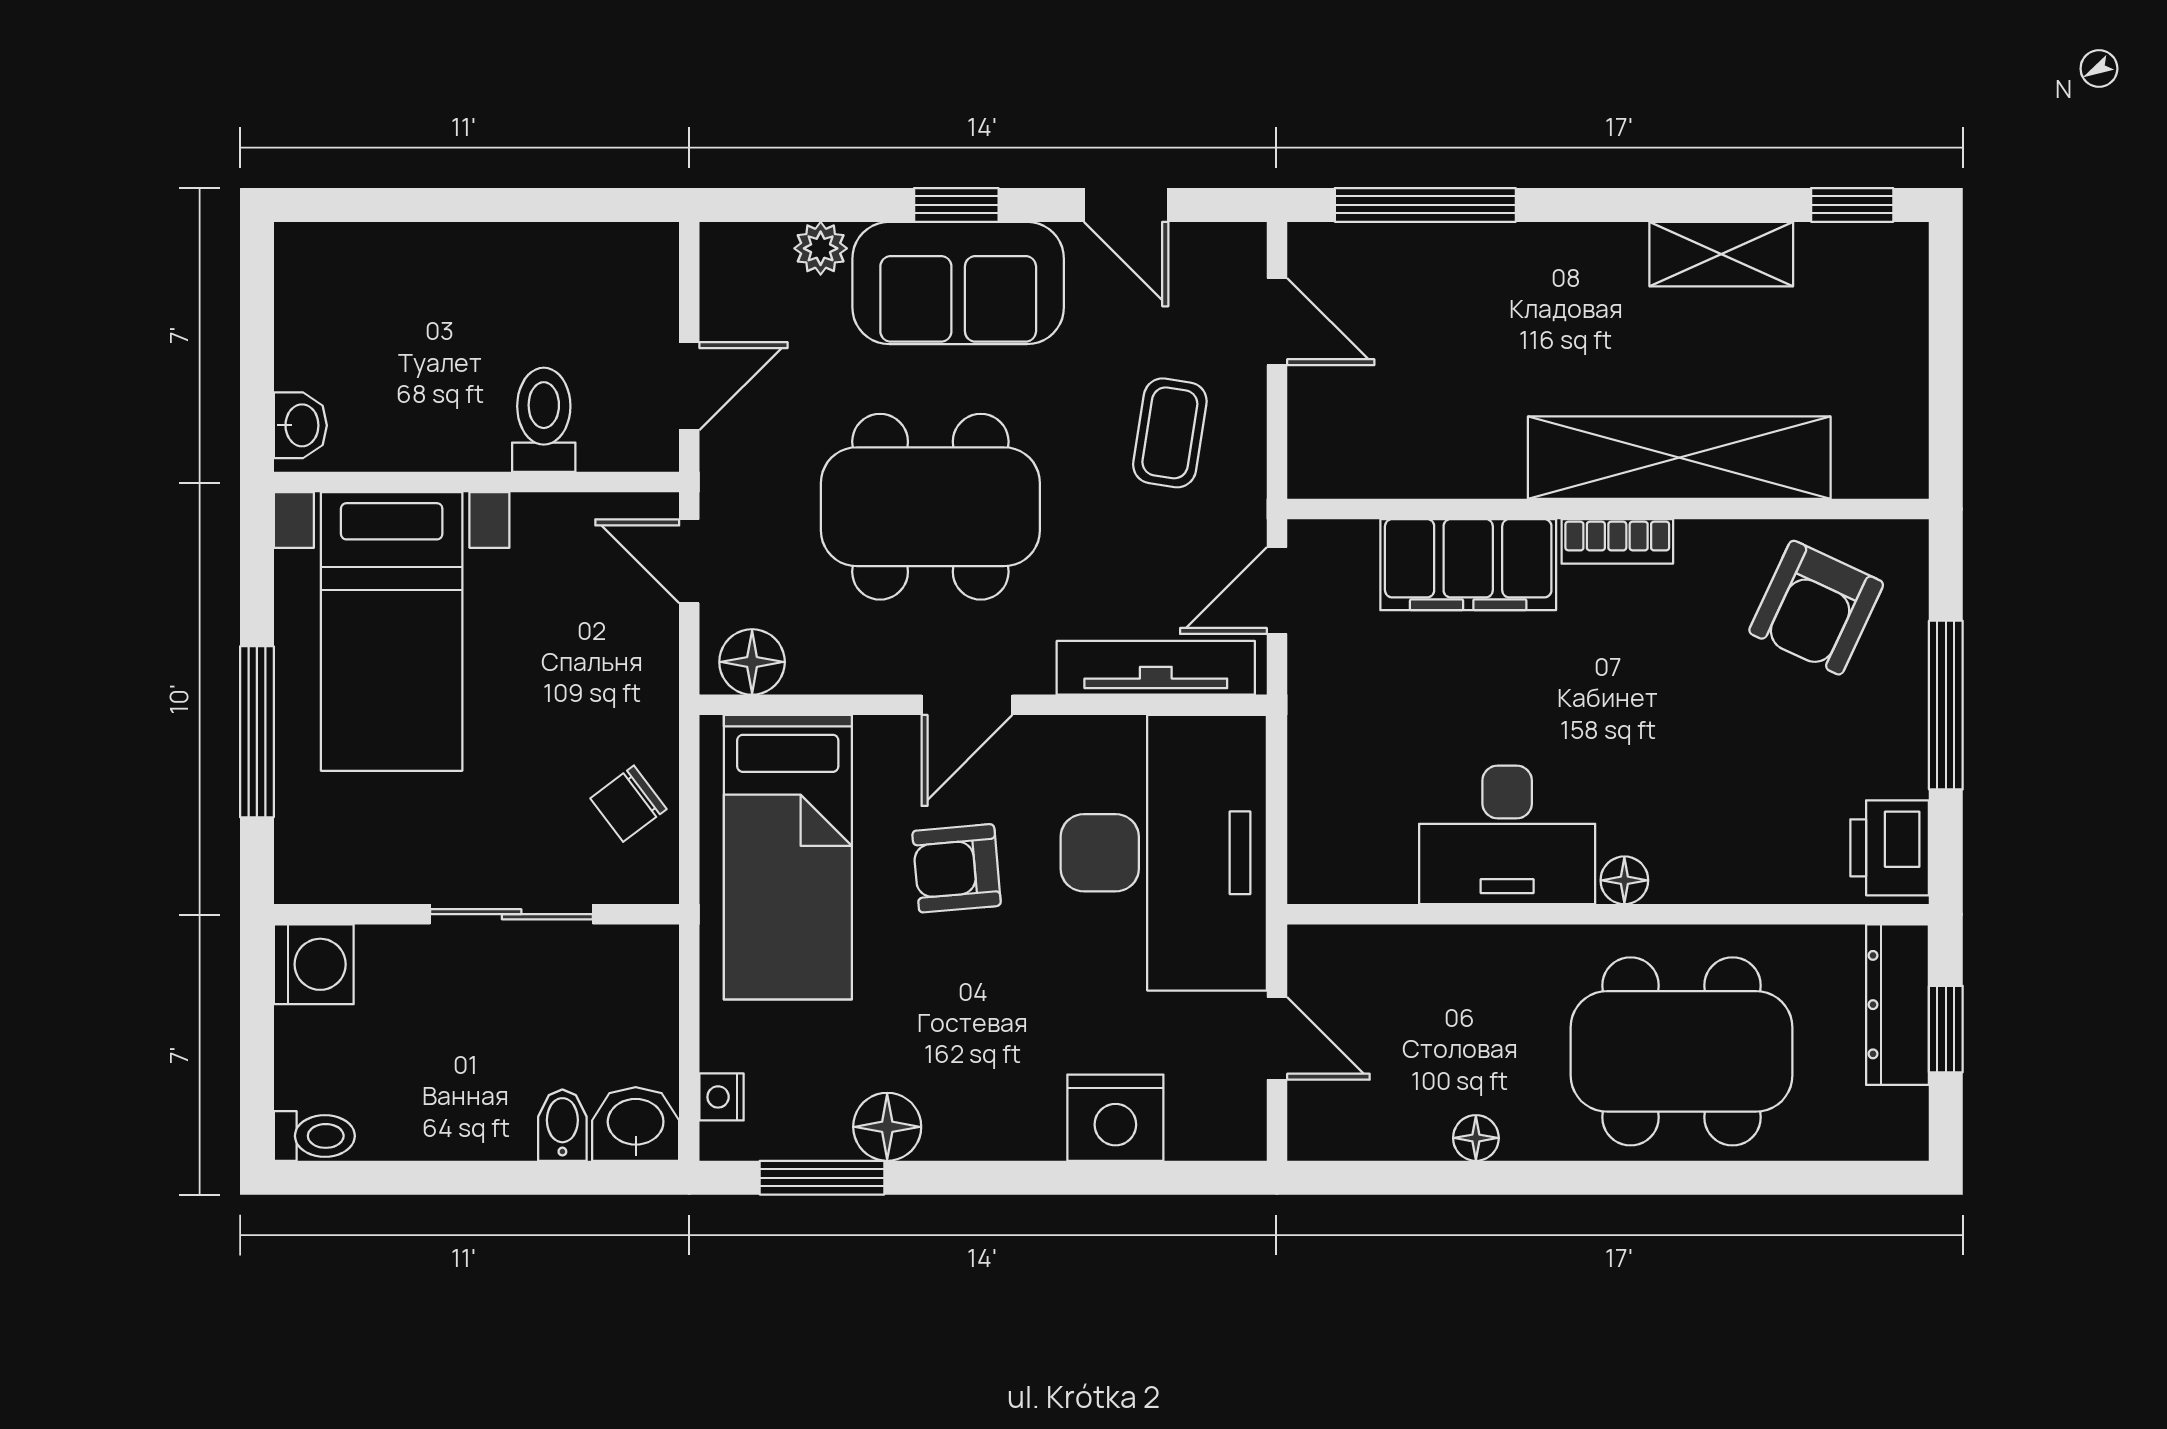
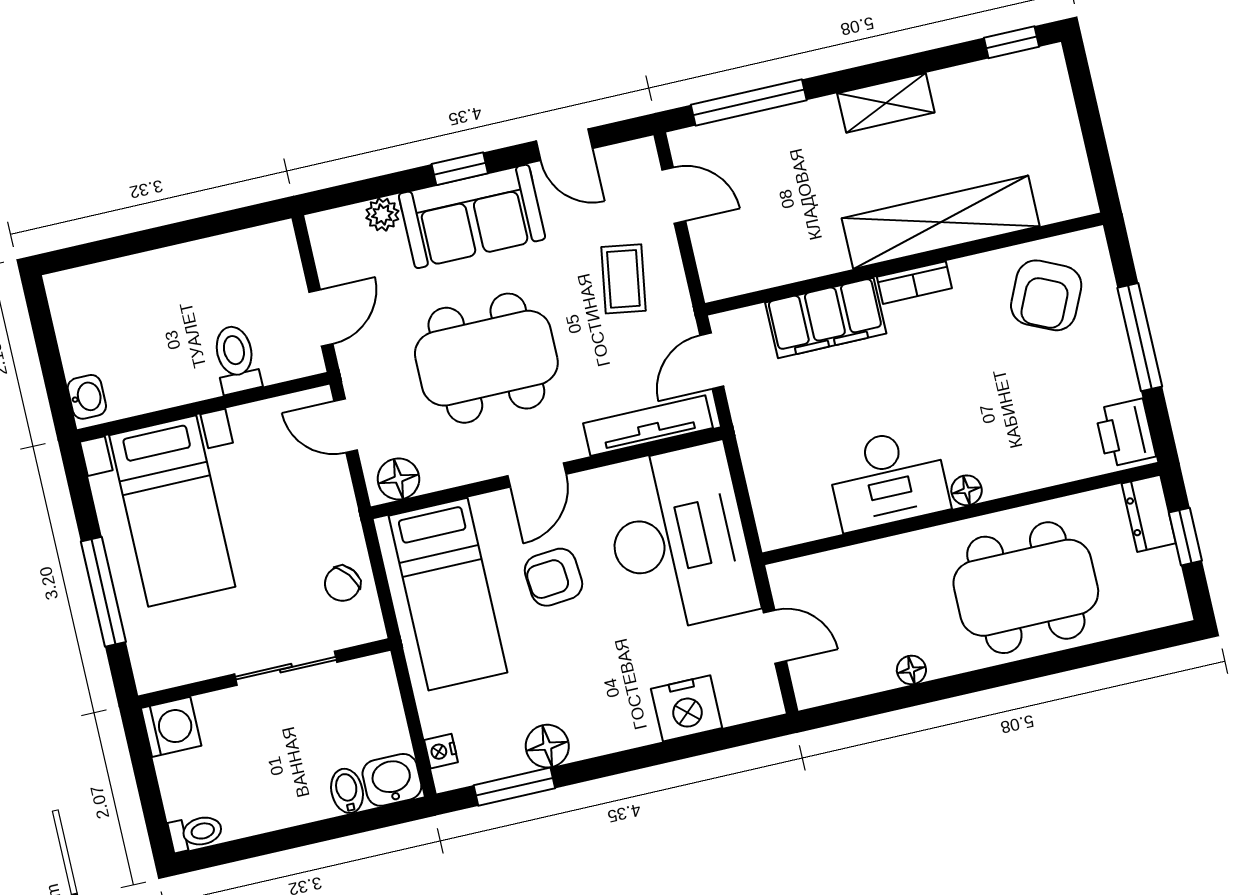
shelving: (1721, 254) -> (886, 103), moved
dresser: (1897, 1005) -> (1149, 513), width x0.70

